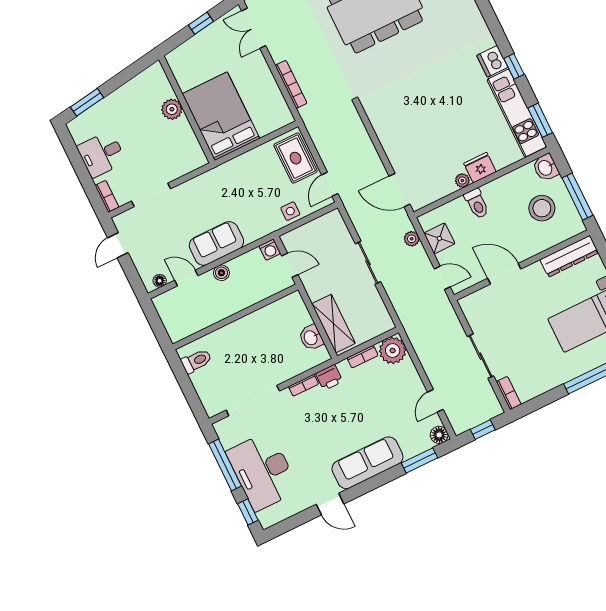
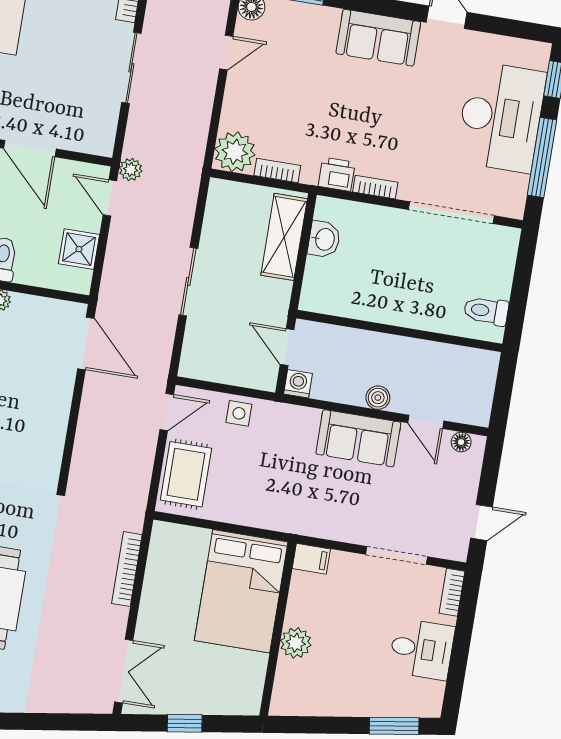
filing cabinet: (196, 160) -> (311, 559), added
plant: (412, 239) -> (131, 170), moved
sofa: (367, 463) -> (378, 38), width x0.73

